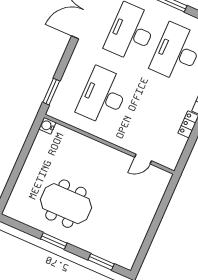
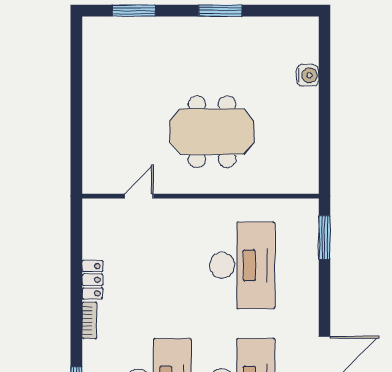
water cooler: (47, 126) -> (308, 75), moved
meeting table: (66, 204) -> (212, 132), moved

